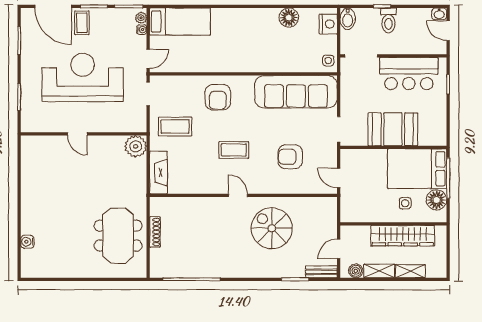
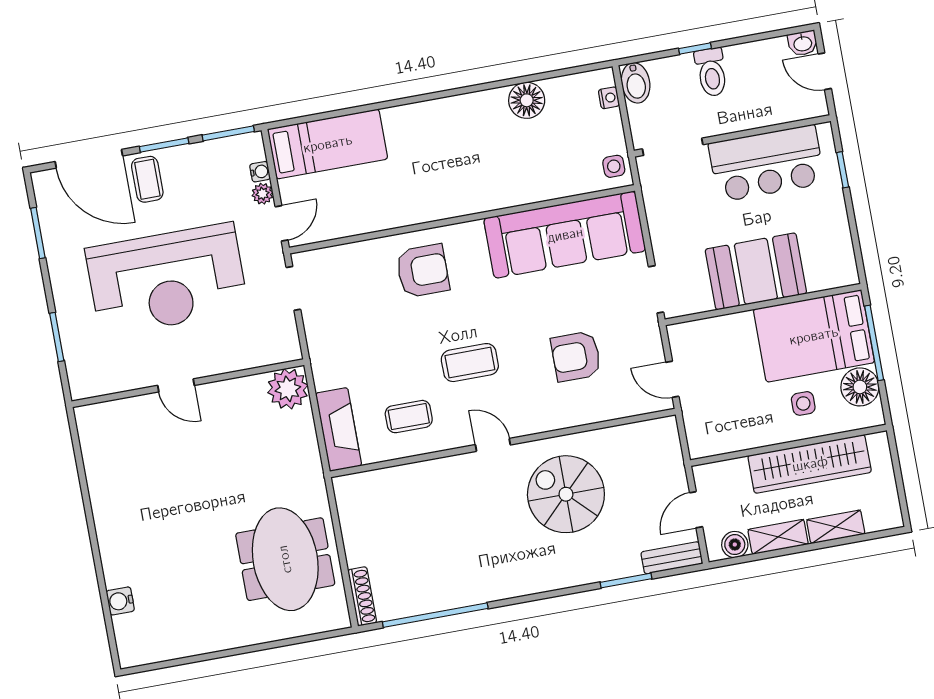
plant: (141, 18) -> (262, 194), moved
nightstand: (328, 24) -> (609, 98), width x0.53, depth x0.56
reception desk: (83, 77) -> (167, 280), turned 180
armchair: (218, 97) -> (423, 271), turned -90
coffee table: (175, 126) -> (409, 417), moved, width x0.73, depth x0.77
shoe rack: (155, 232) -> (362, 596), moved

